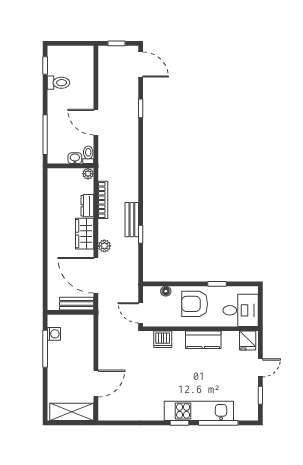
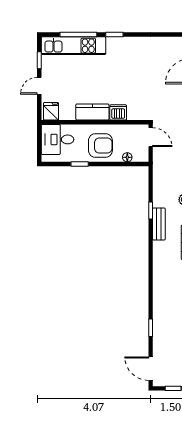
dishwasher: (163, 339) -> (118, 112), moved
kitchen unit: (199, 411) -> (73, 46), moved

